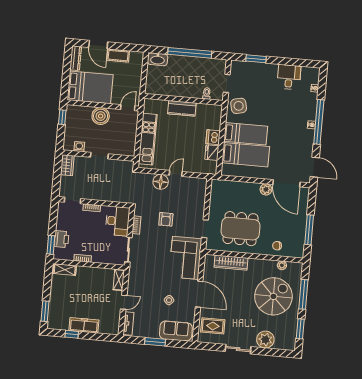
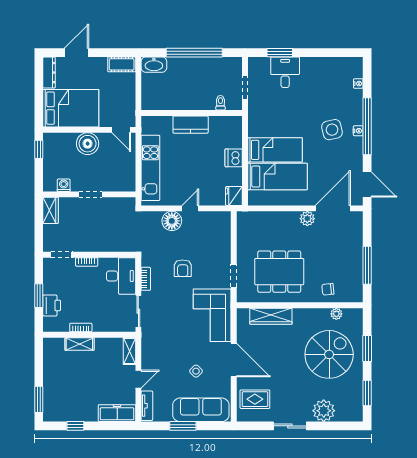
door: (98, 45) -> (76, 53), swing flipped
cot: (118, 56) -> (122, 64), moved
desk: (289, 77) -> (285, 72), moved
side table: (239, 106) -> (332, 130), moved
door: (128, 108) -> (121, 130), swing flipped
fridge: (212, 153) -> (234, 196), moved
door: (286, 183) -> (333, 208), swing flipped
window: (51, 245) -> (39, 296), moved
shelving: (65, 270) -> (79, 344), moved
window: (303, 294) -> (367, 348), width x0.69
freezer: (84, 325) -> (117, 413), moved
sofa: (176, 331) -> (201, 410), width x1.36

